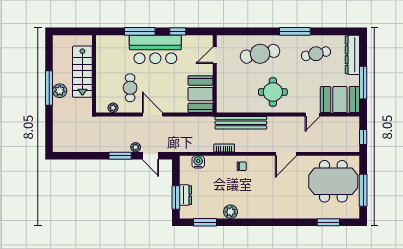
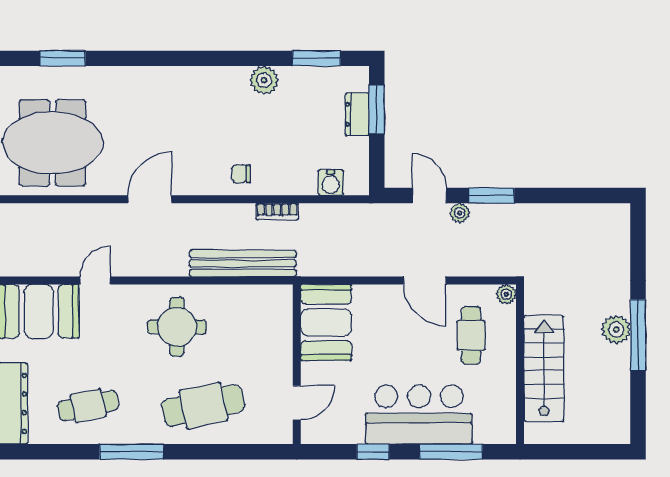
stairs: (82, 72) -> (544, 368), moved
wall: (94, 74) -> (520, 364), moved

